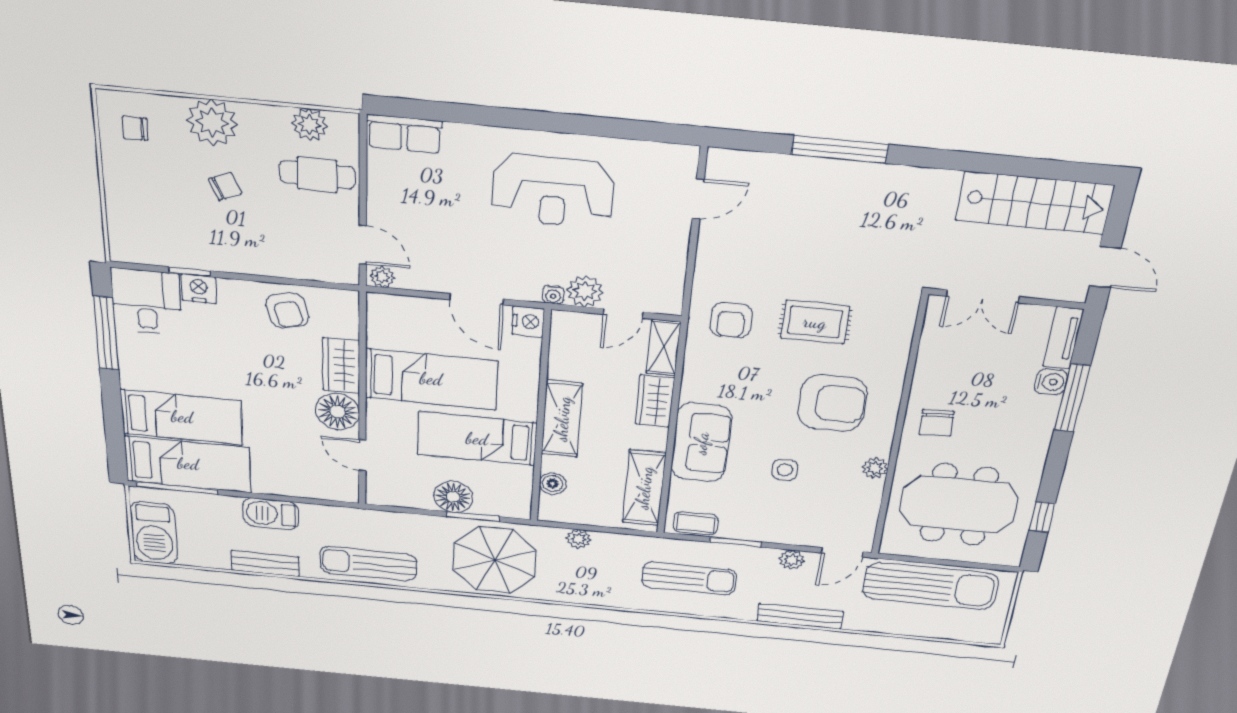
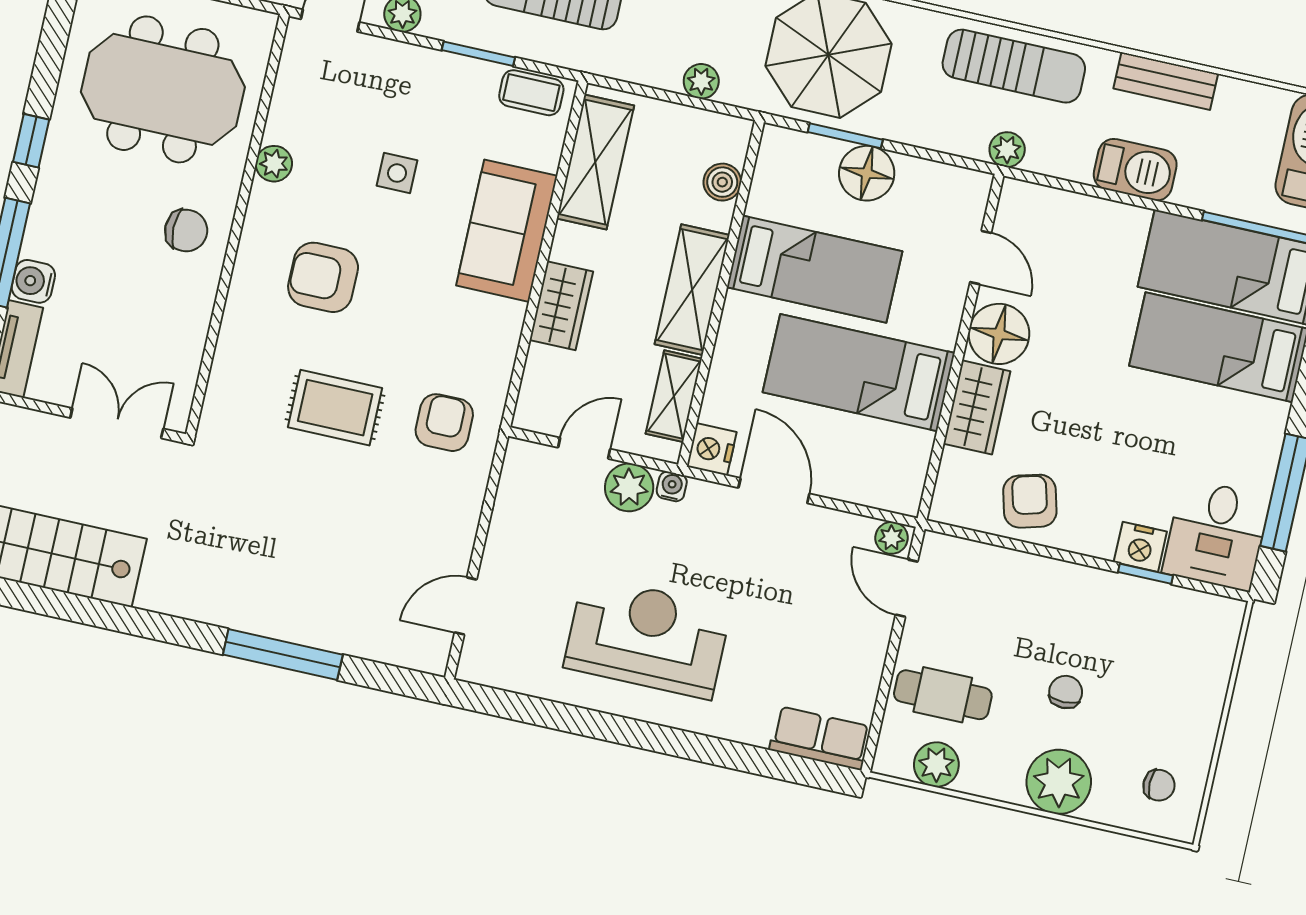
chair: (225, 186) -> (1066, 692), turned 113
shelving: (664, 348) -> (674, 396), moved
armchair: (832, 403) -> (323, 277), width x0.73, depth x0.73
chair: (937, 423) -> (186, 231), turned 93
window: (1042, 517) -> (31, 141), moved
plant: (361, 518) -> (1007, 150), added

